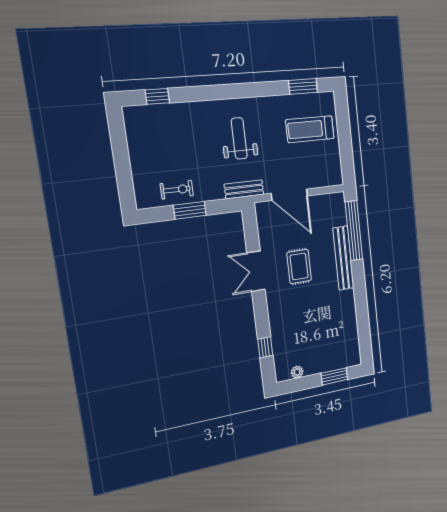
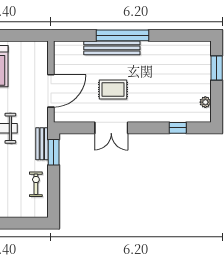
bench: (244, 189) -> (42, 144), moved
window: (190, 210) -> (54, 152), moved
window: (354, 231) -> (122, 35), moved

